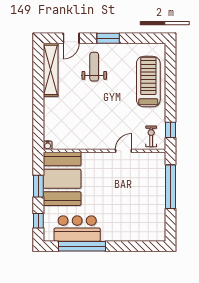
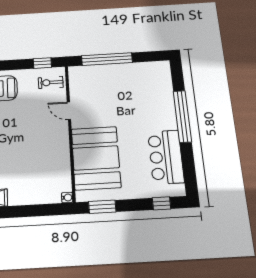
booth: (62, 179) -> (96, 158), moved, turned 90
window: (38, 186) -> (102, 207), moved
window: (82, 246) -> (182, 116), moved

